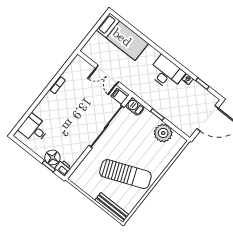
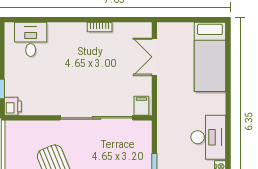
double door: (107, 75) -> (154, 57), moved
barbecue: (135, 107) -> (144, 132), removed
floor lamp: (52, 157) -> (15, 85), removed

